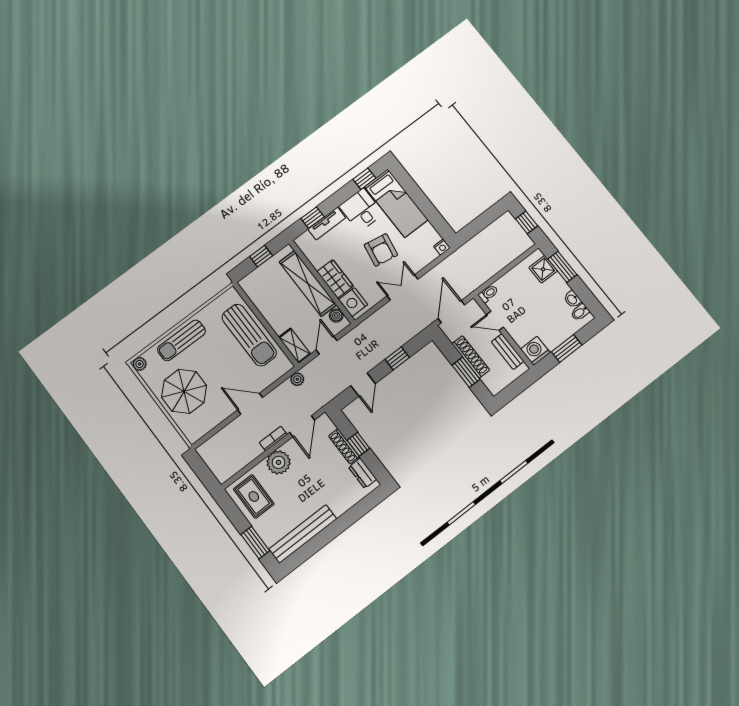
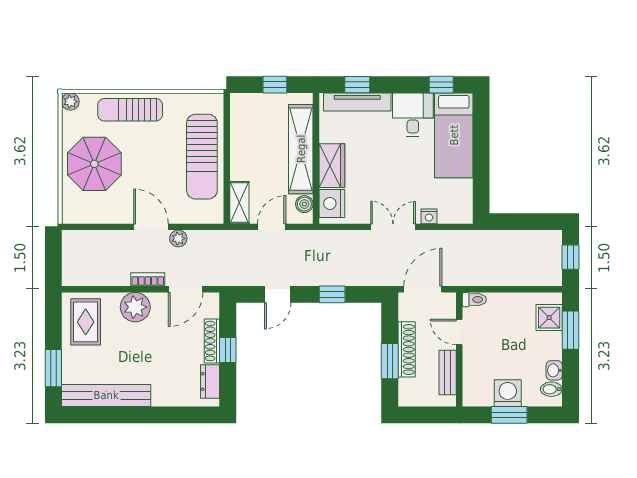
tv unit: (327, 224) -> (357, 102), width x1.41
nightstand: (442, 247) -> (429, 216), moved
armchair: (381, 250) -> (401, 172), removed
washing machine: (535, 351) -> (508, 393), moved
plant: (297, 379) -> (178, 238), moved

